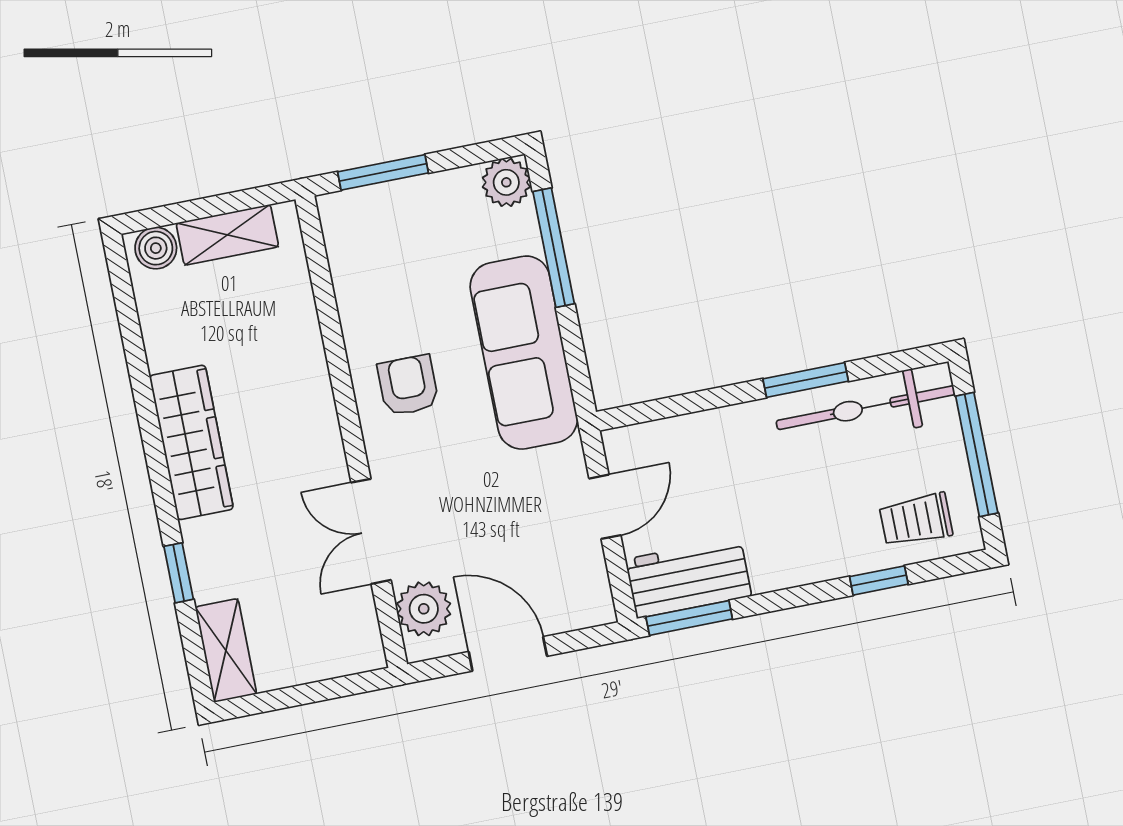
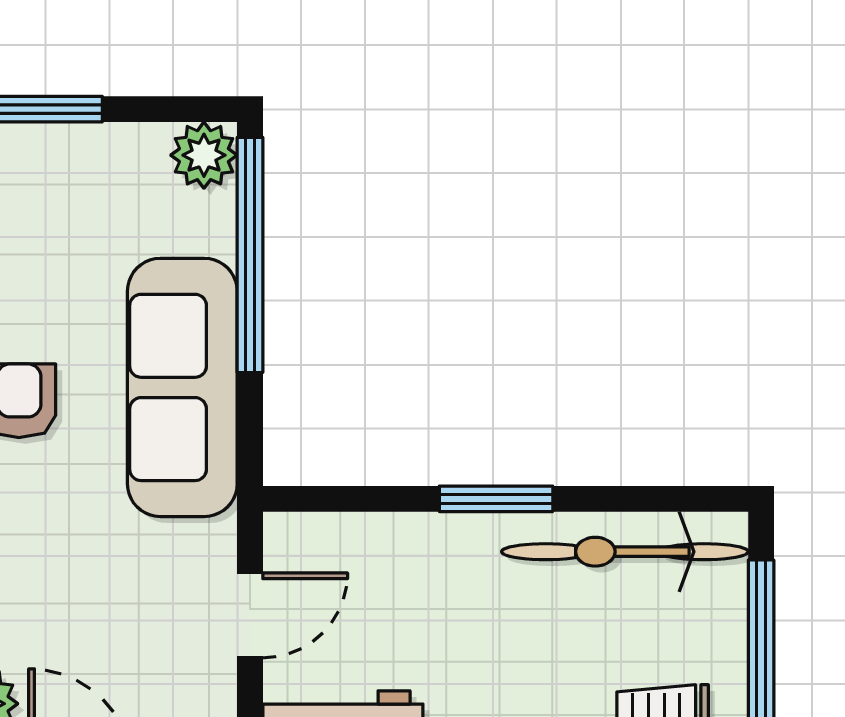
window: (554, 248) -> (250, 255), width x1.46
window: (806, 380) -> (496, 499), moved

